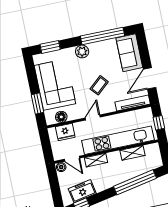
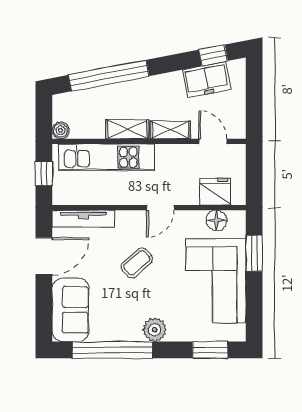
kitchen unit: (118, 140) -> (106, 157), width x0.73
shelving: (133, 153) -> (127, 129), moved
boiler: (61, 167) -> (61, 130), moved

